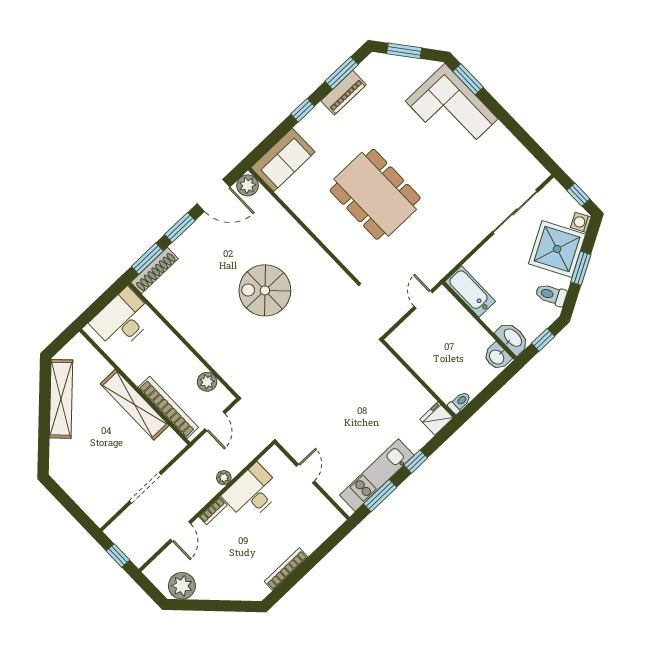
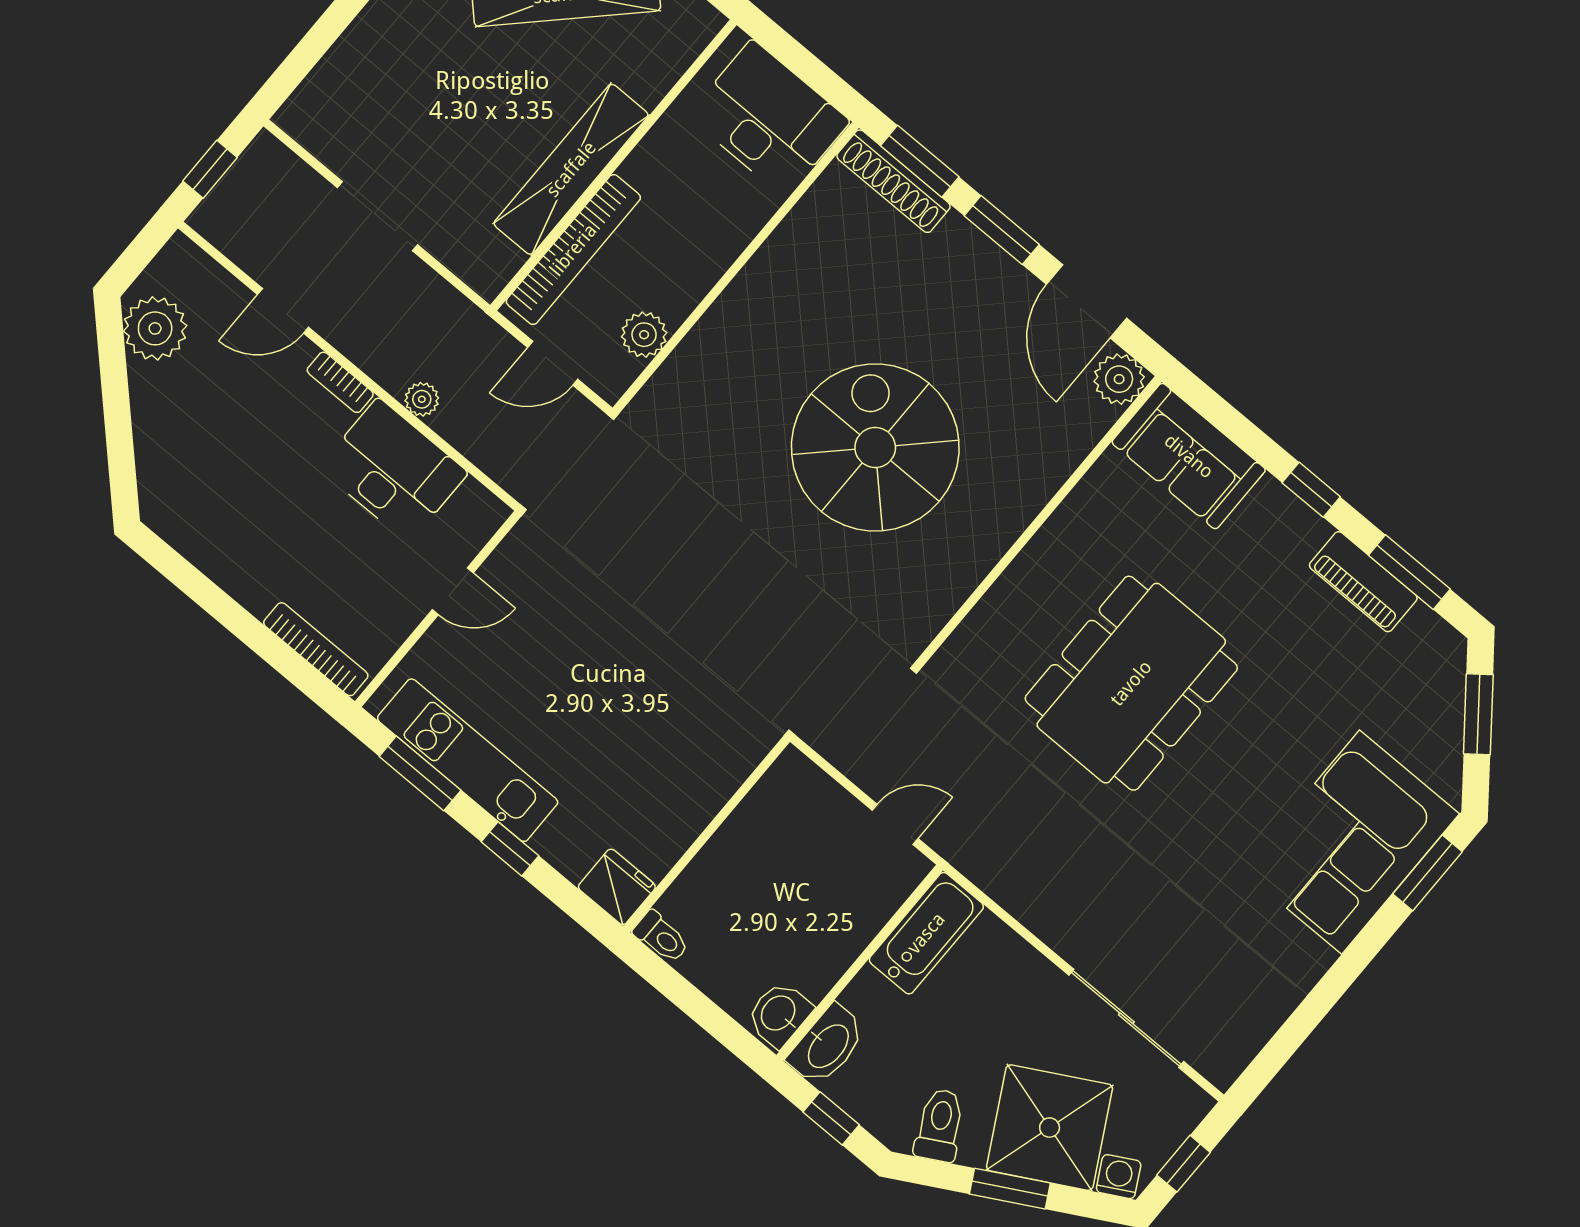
spiral stairs: (265, 290) -> (875, 448), width x1.37, depth x1.37
bookcase: (286, 569) -> (316, 649), moved

